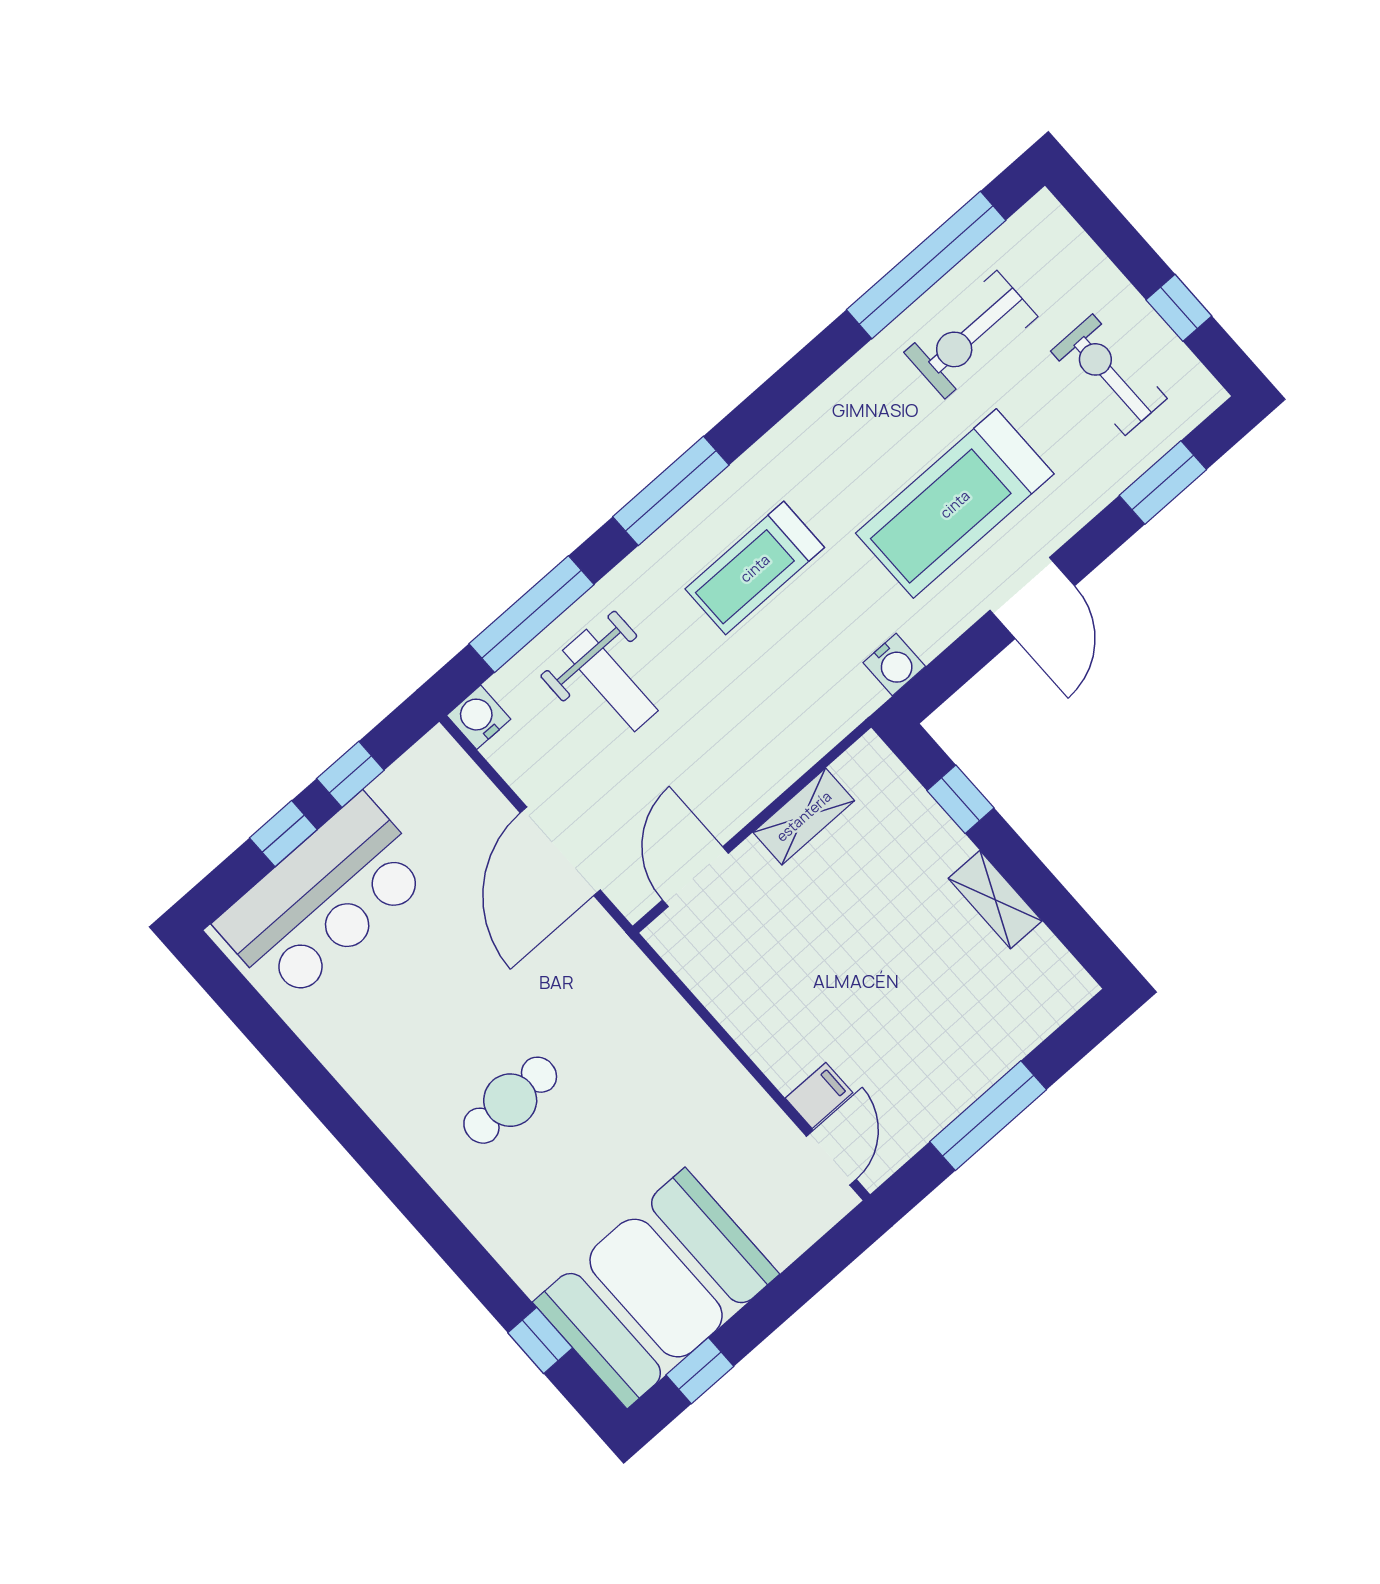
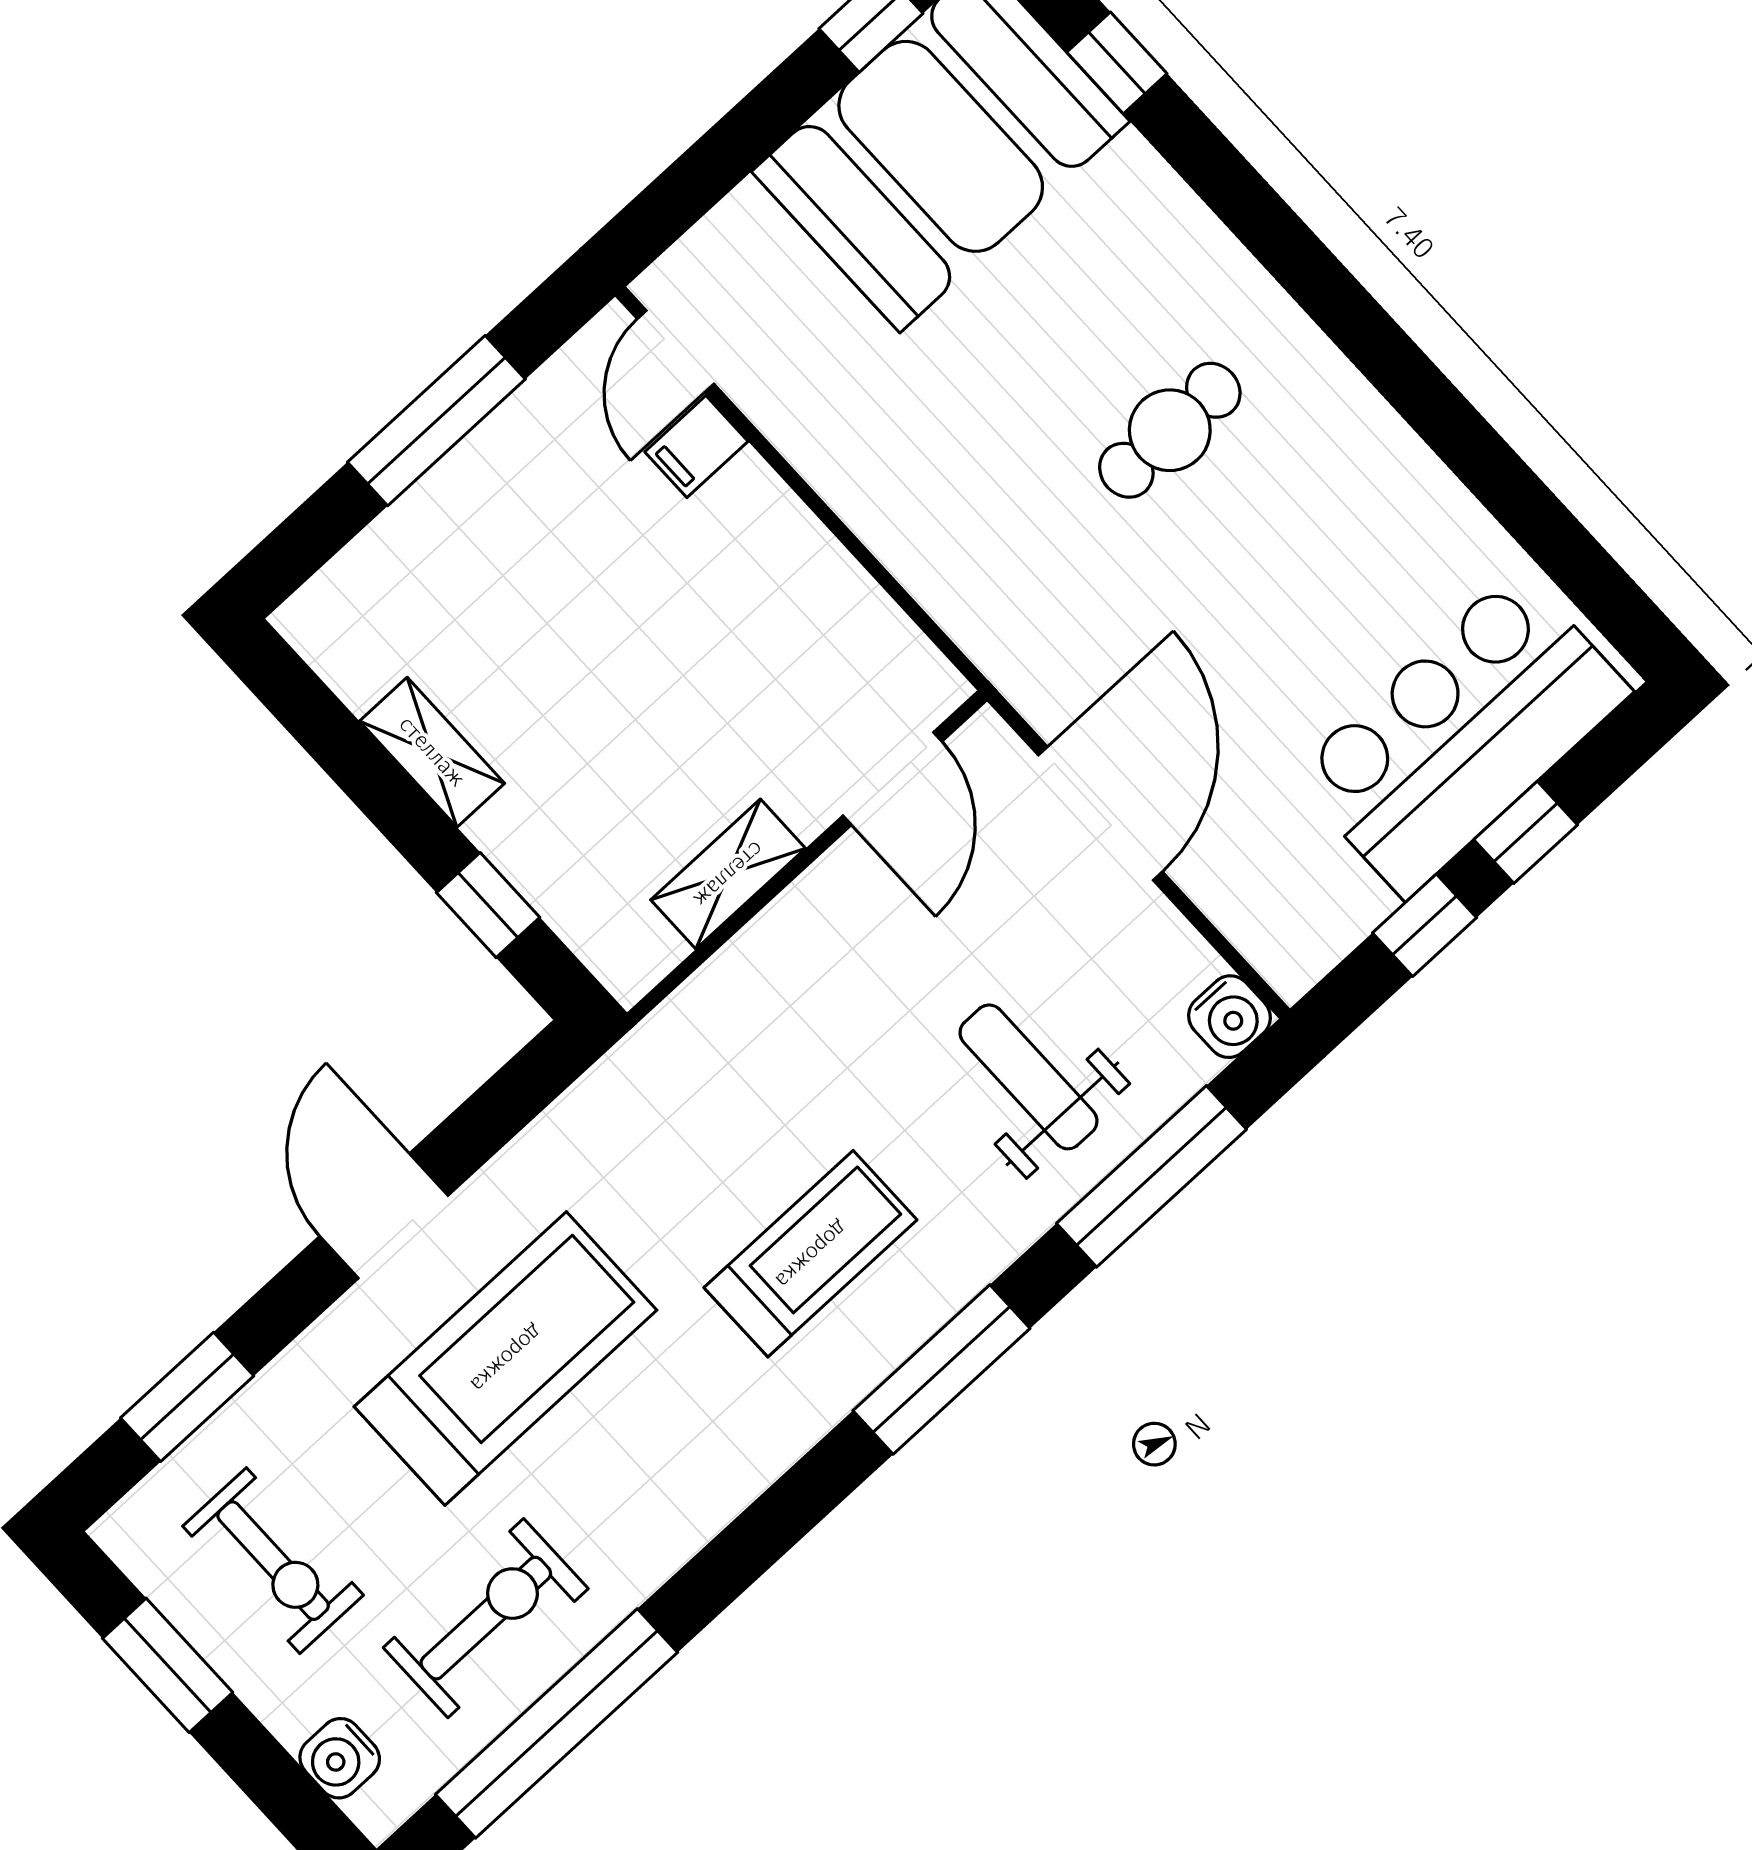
window: (1179, 308) -> (168, 1665), width x1.50
water cooler: (894, 664) -> (340, 1758), moved, turned -90

